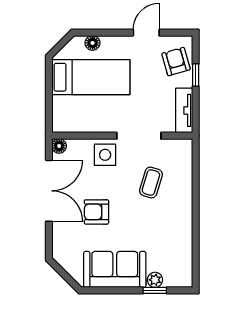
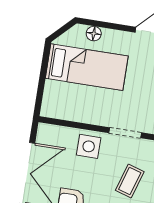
doorway: (139, 136) -> (125, 133), width x0.73
floor lamp: (59, 146) -> (44, 130), removed

